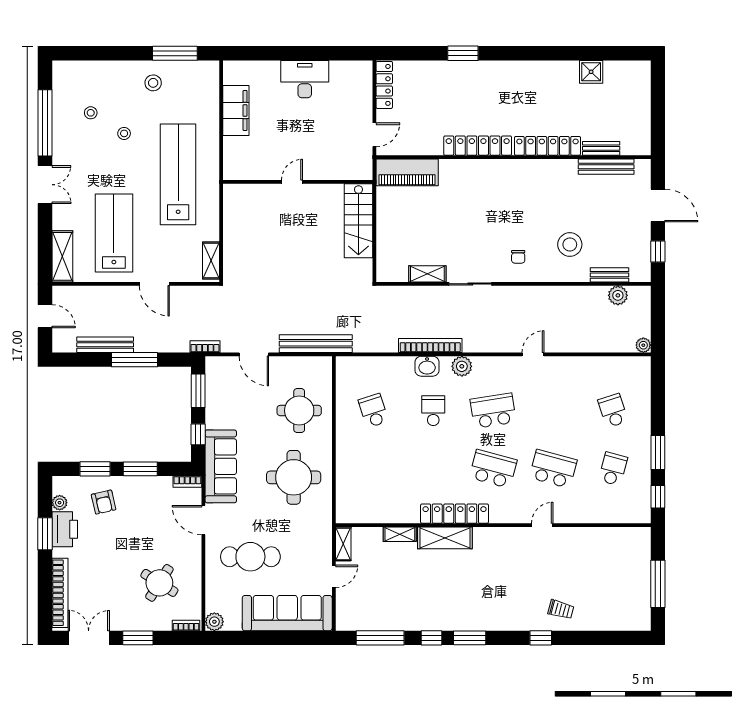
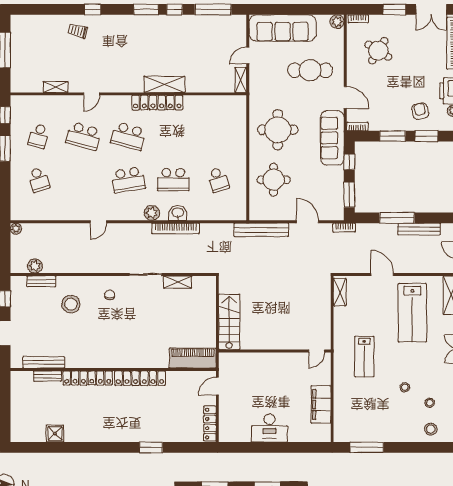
stool: (153, 83) -> (431, 429), moved
lab bench: (178, 174) -> (364, 357), width x0.54, depth x0.72
door: (292, 182) -> (317, 351), moved
school desk: (433, 411) -> (173, 180), width x1.85
shelving: (400, 534) -> (56, 87), moved

